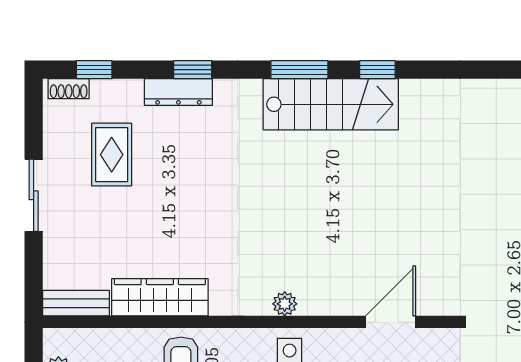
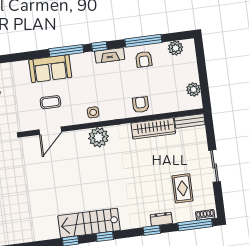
window: (94, 70) -> (195, 225), width x2.17
window: (299, 70) -> (105, 236), width x0.67
dresser: (178, 92) -> (161, 219), width x0.70
plant: (285, 304) -> (98, 137), width x1.87, depth x1.87

